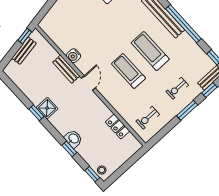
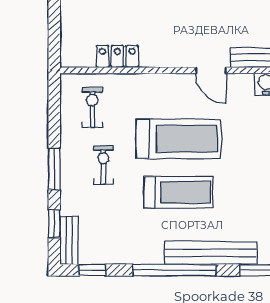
treadmill: (128, 71) -> (178, 139), width x1.37, depth x1.38
exercise bike: (177, 88) -> (103, 165), moved

